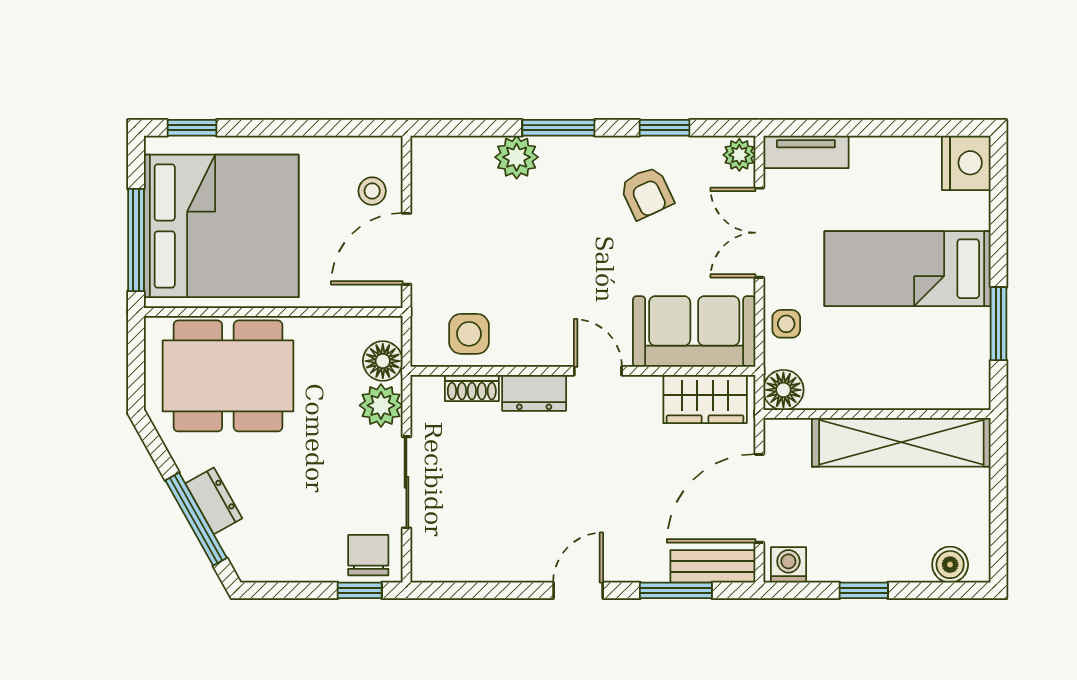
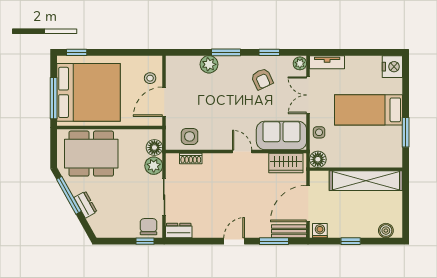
dresser: (534, 393) -> (179, 231), moved, turned 180
window: (196, 519) -> (69, 195), moved

